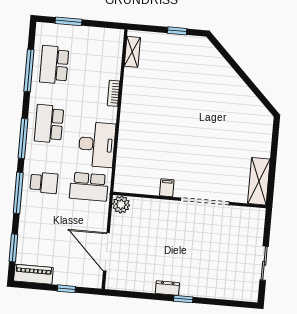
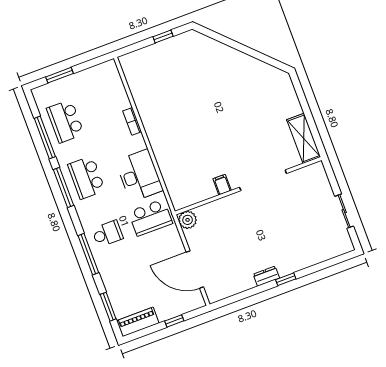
shelving: (132, 52) -> (131, 75), removed
window: (23, 138) -> (63, 187), moved

